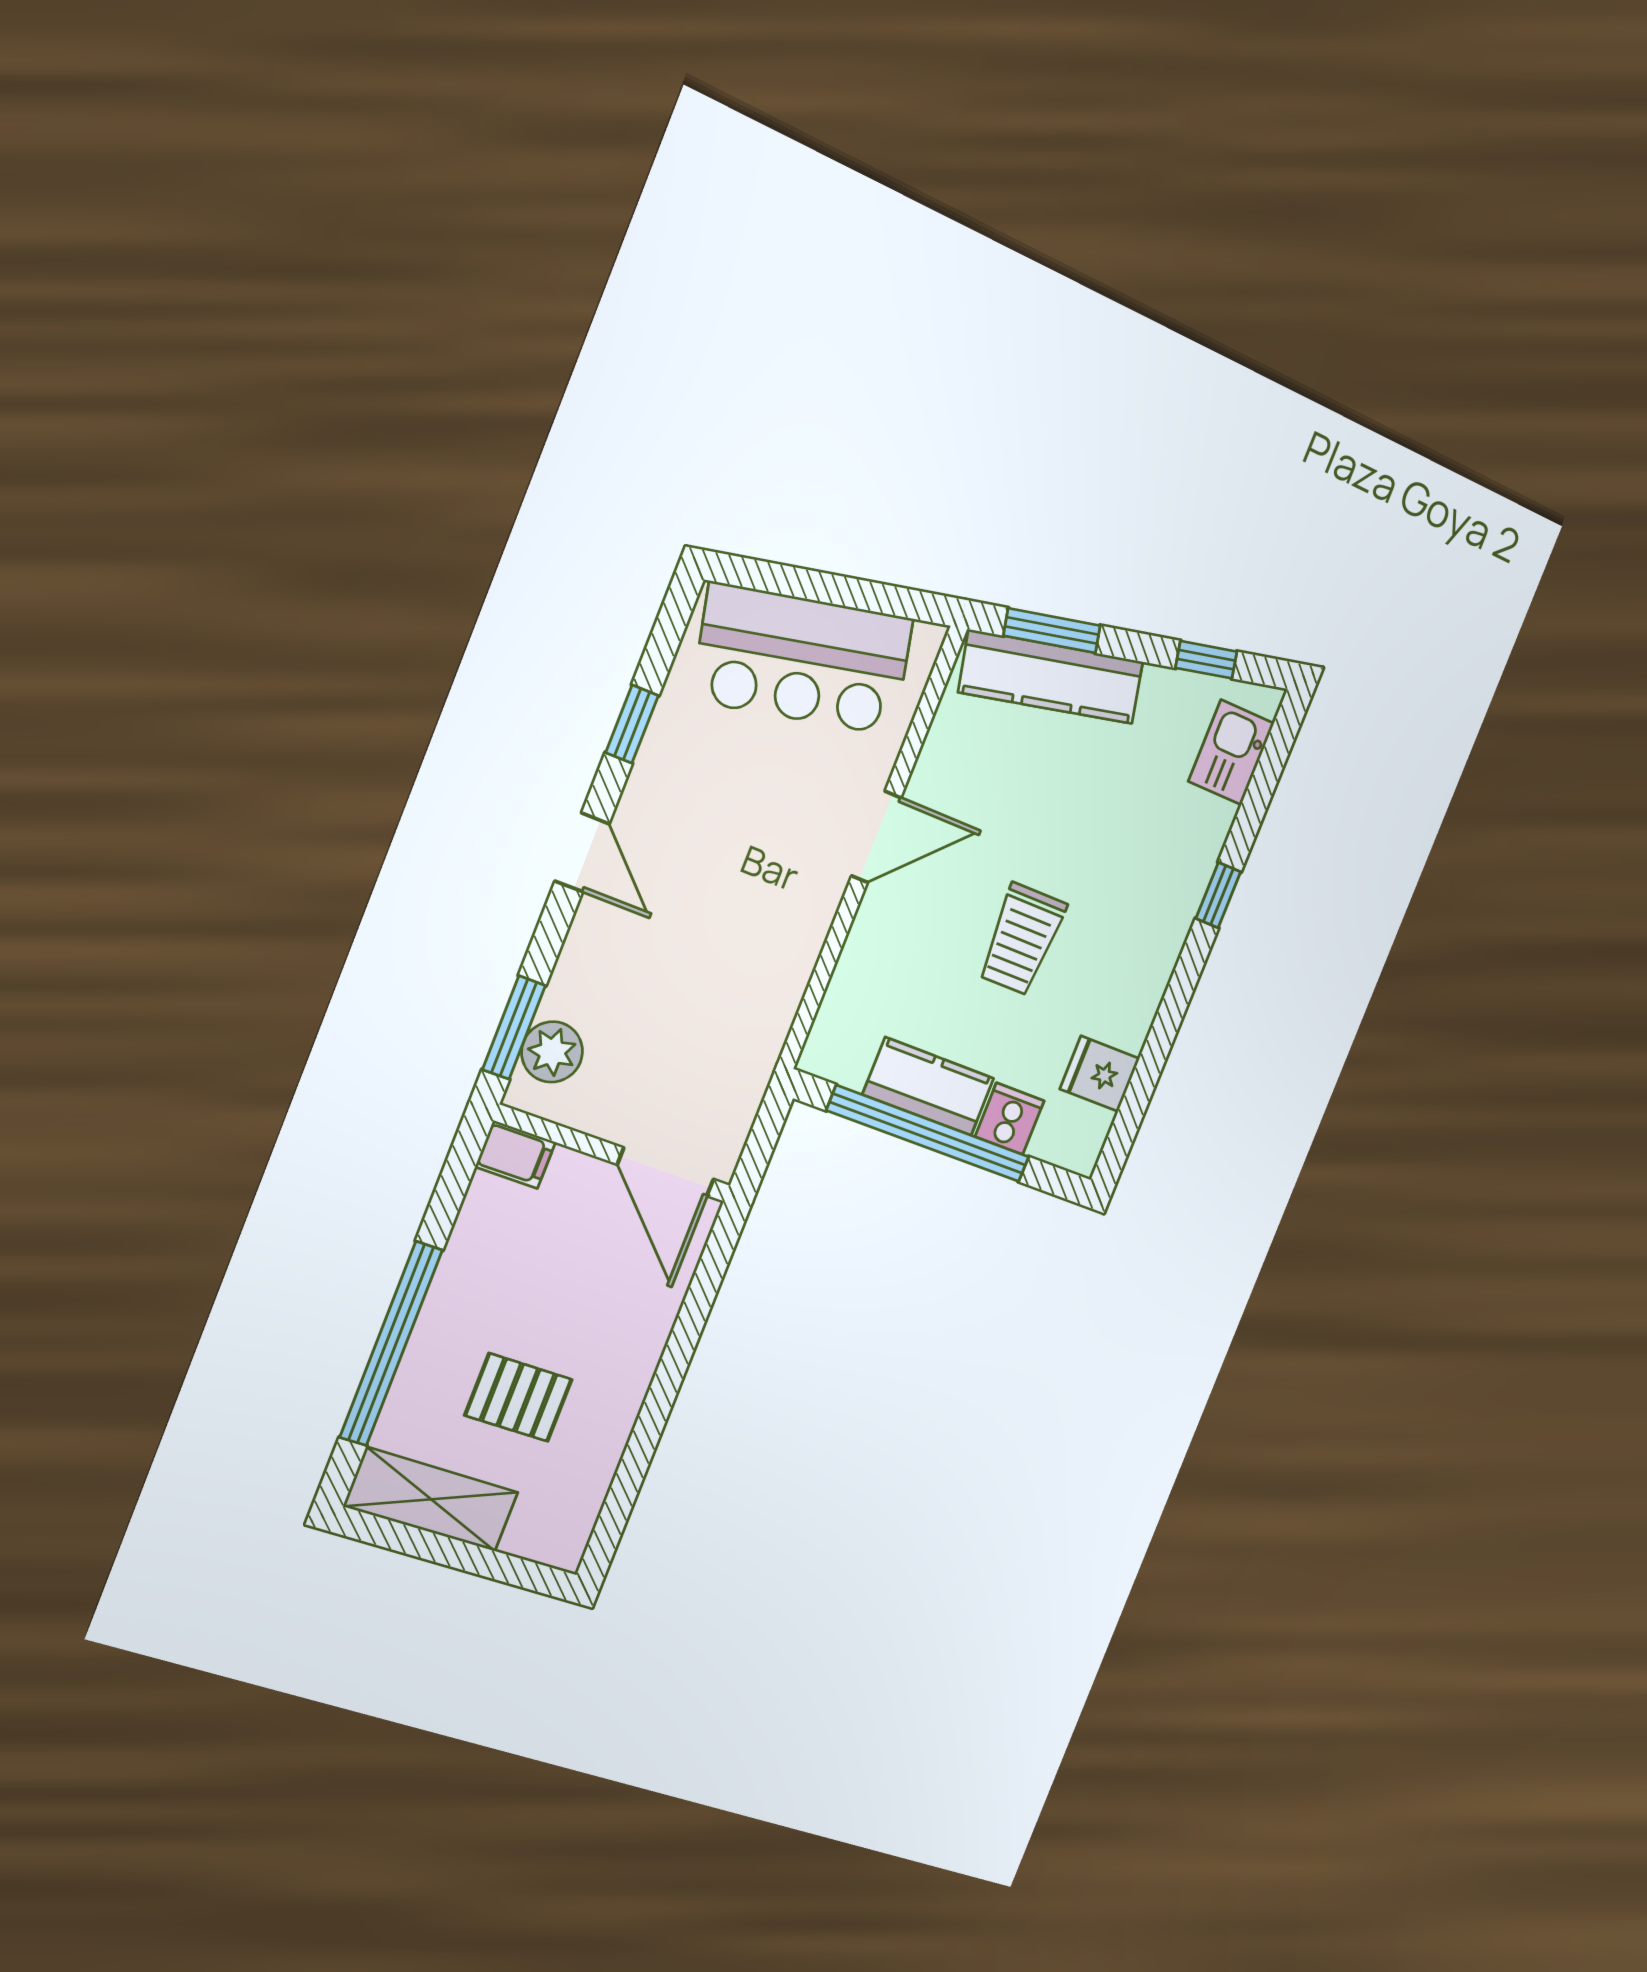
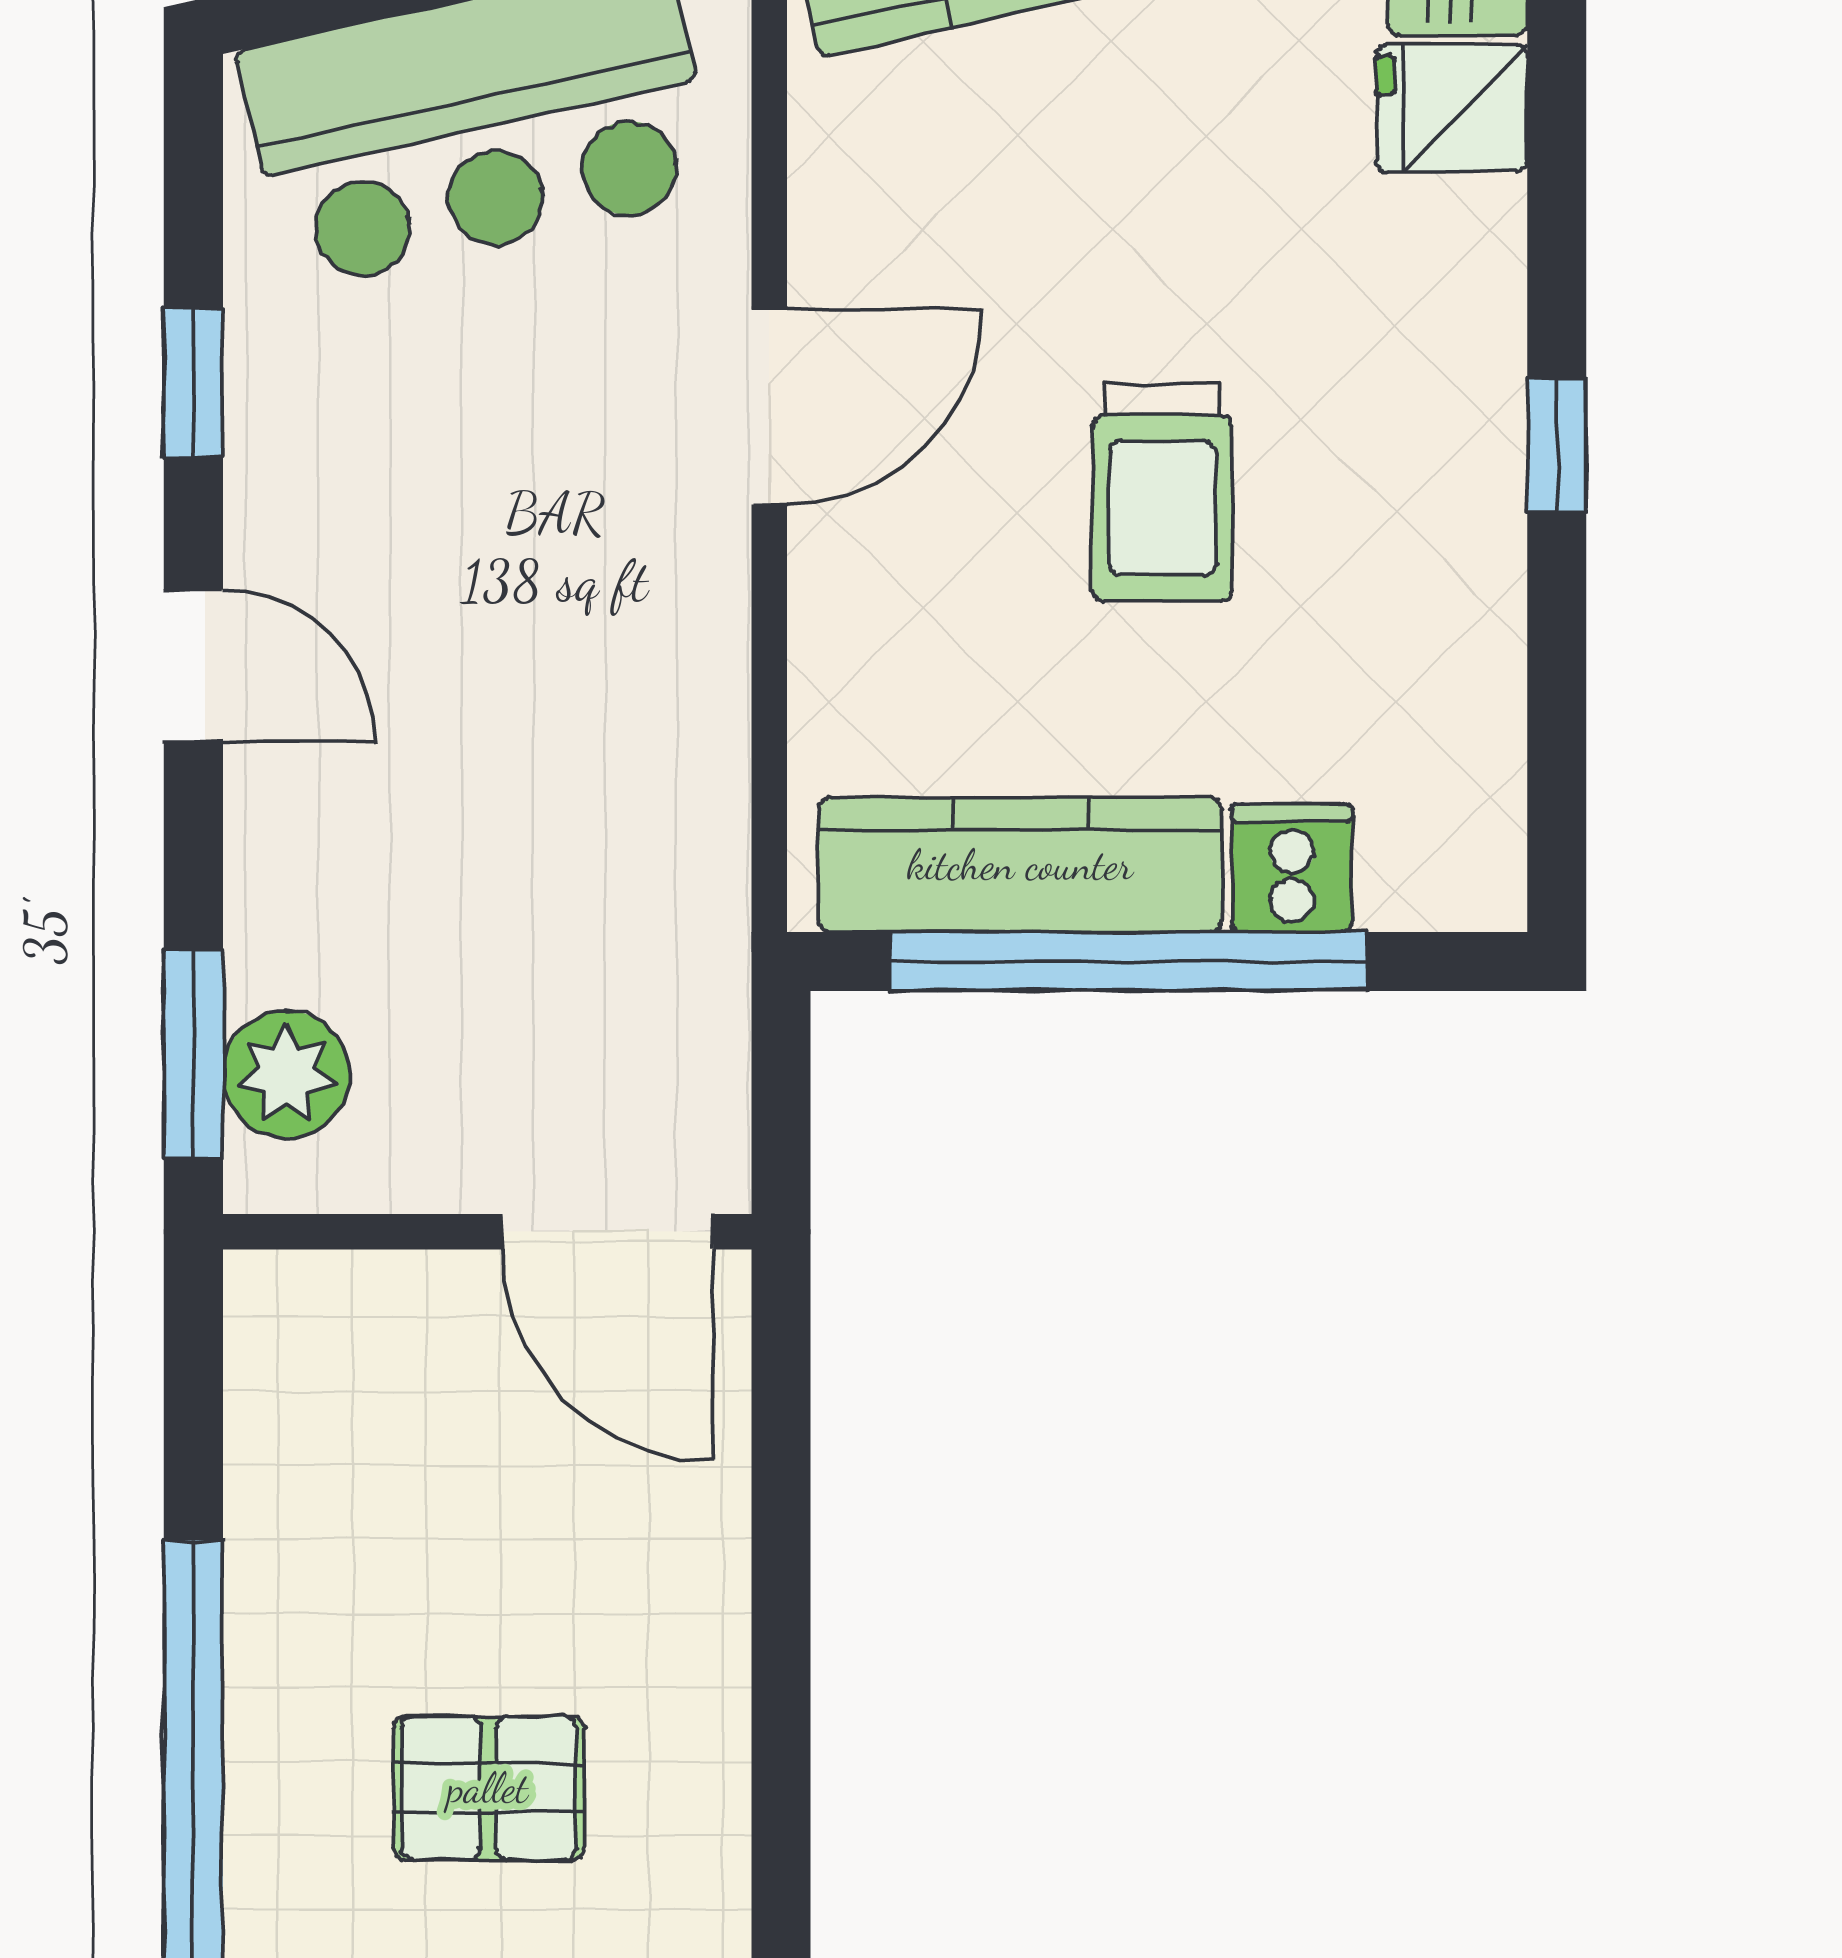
window: (1218, 895) -> (1557, 445), moved
fridge: (1100, 1074) -> (1452, 108), moved
kitchen counter: (928, 1086) -> (1020, 865), width x1.50
filing cabinet: (515, 1154) -> (293, 1302), removed

